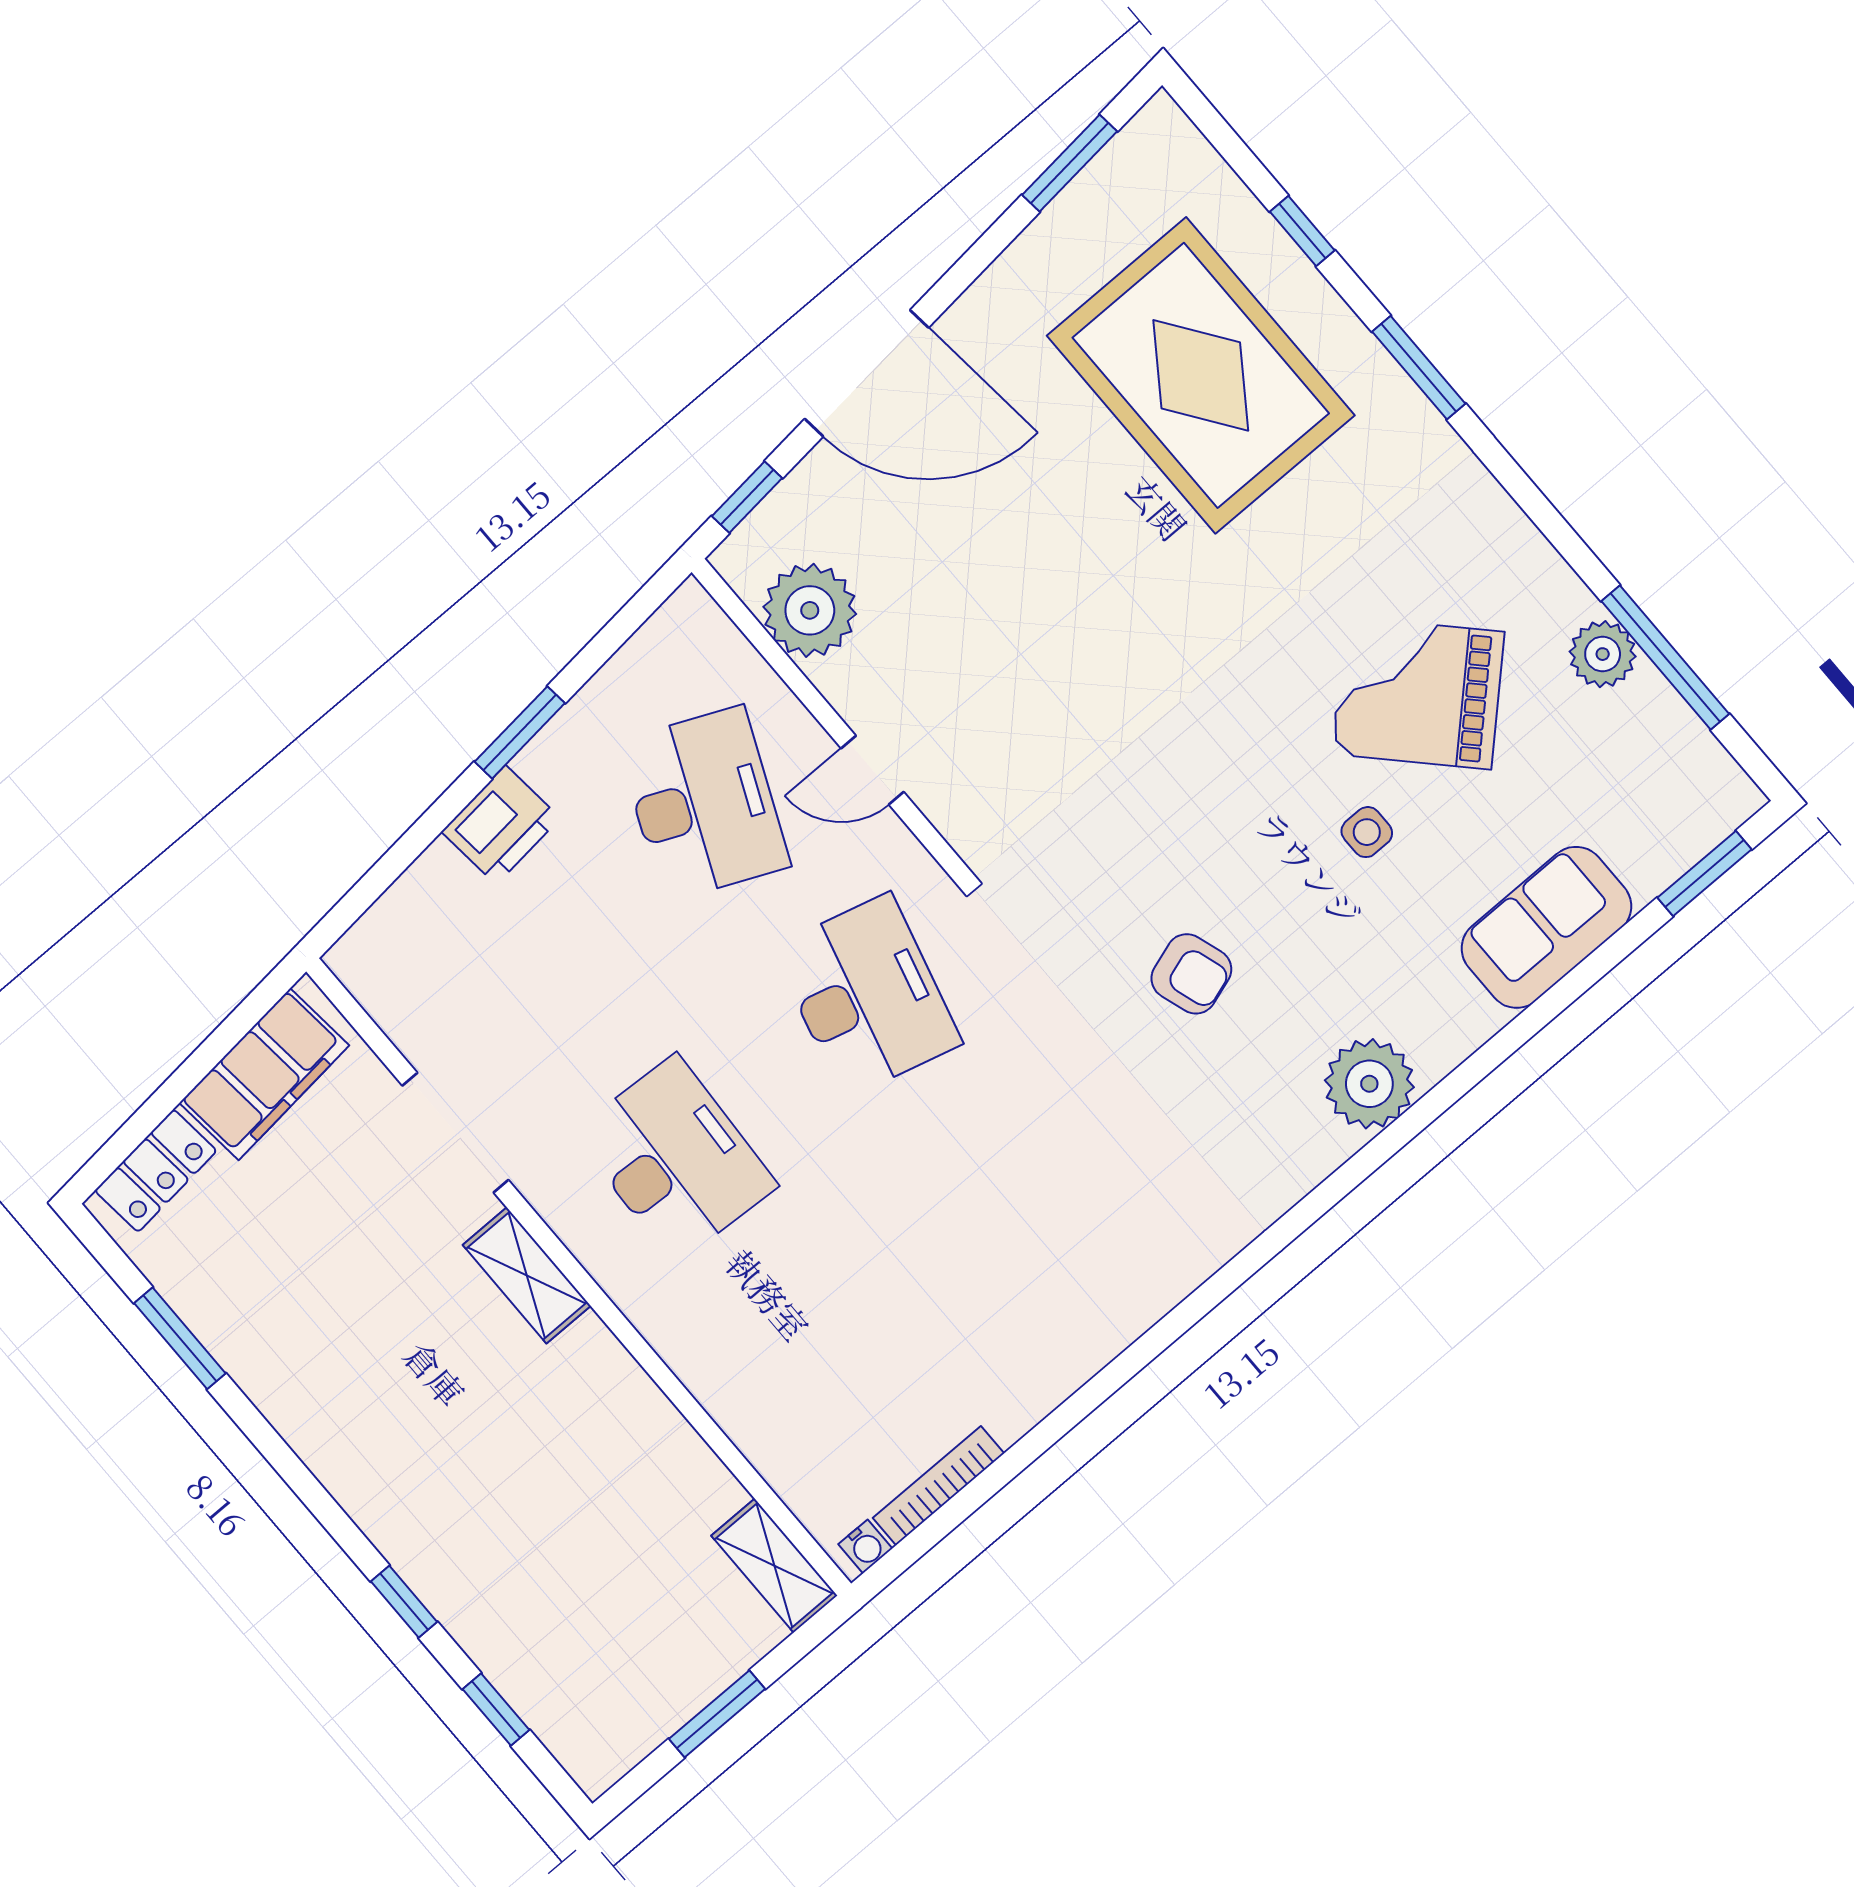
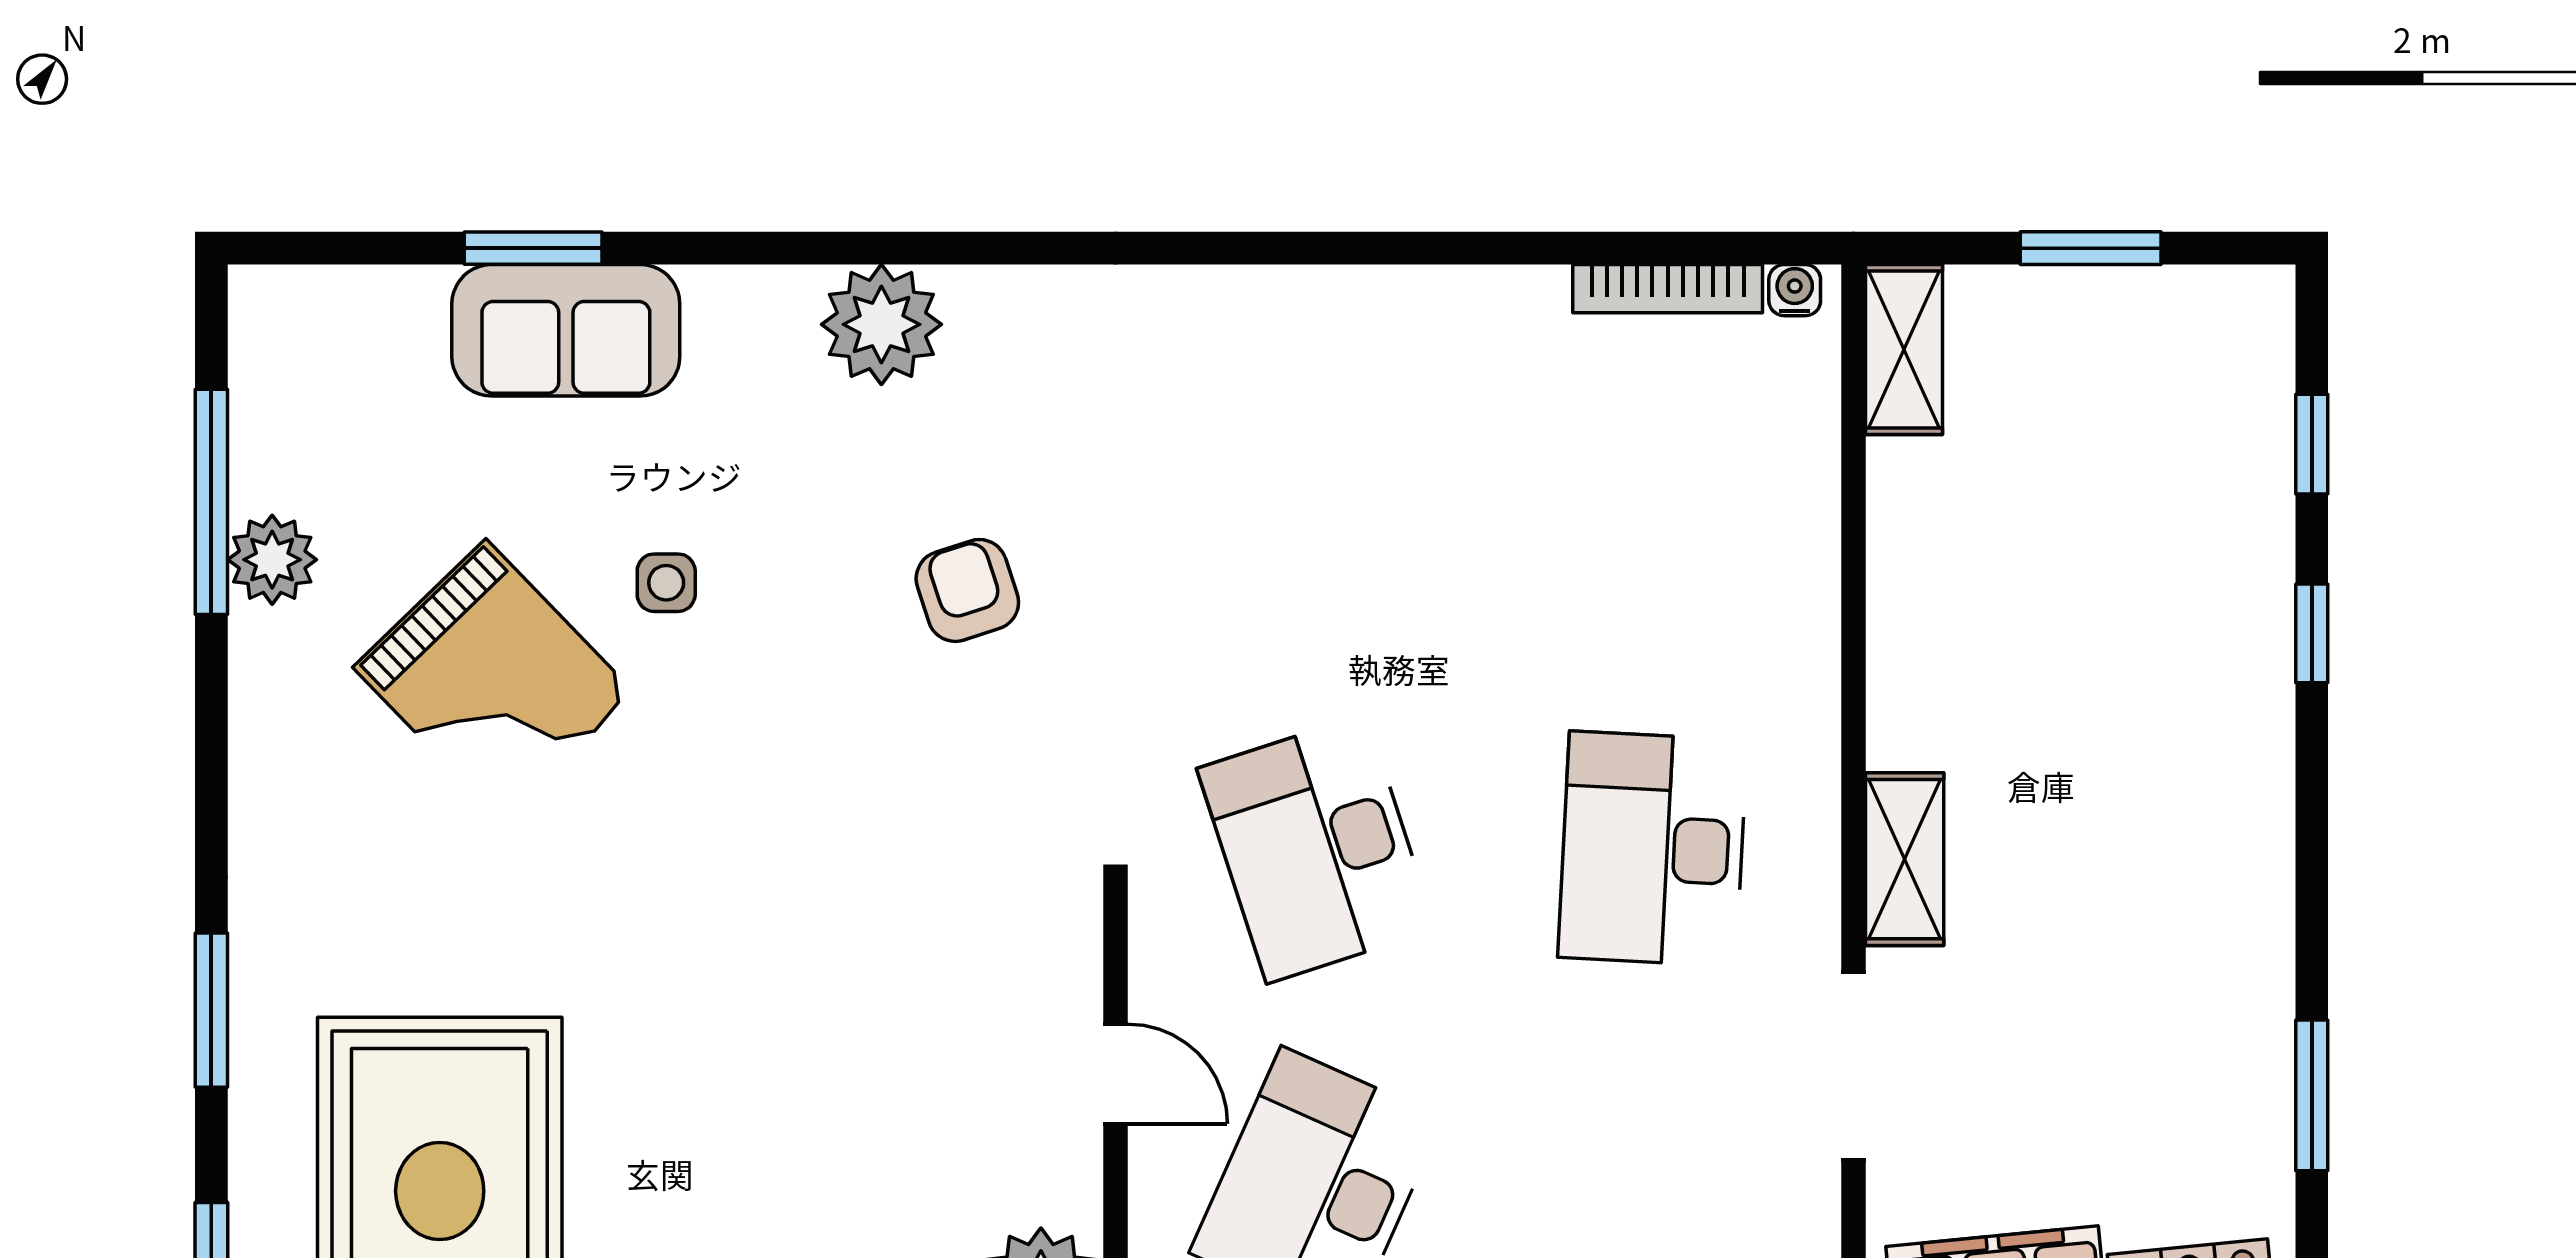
window: (1704, 874) -> (533, 248), moved
desk: (867, 996) -> (1316, 849), turned -33

